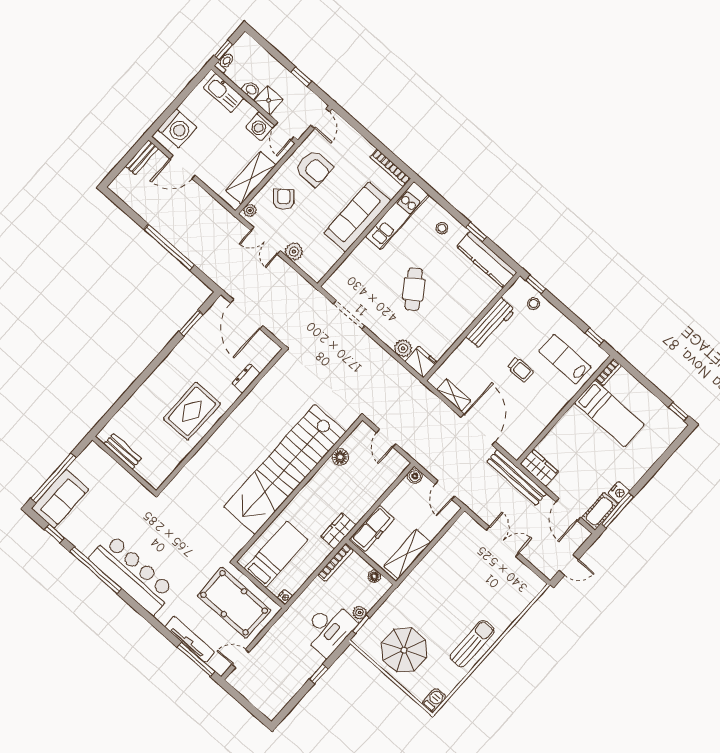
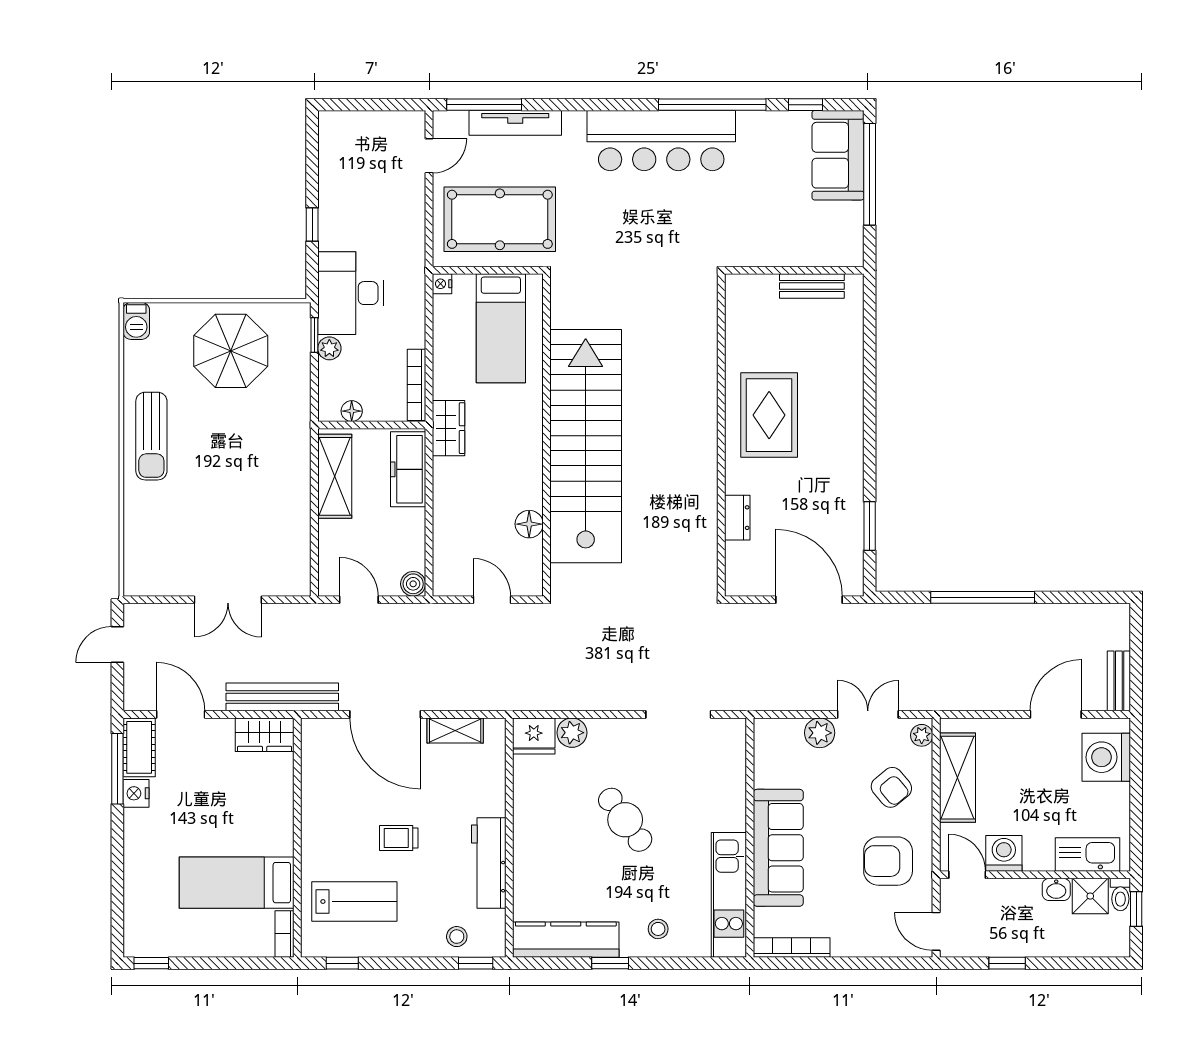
shower: (269, 100) -> (1090, 896), moved

